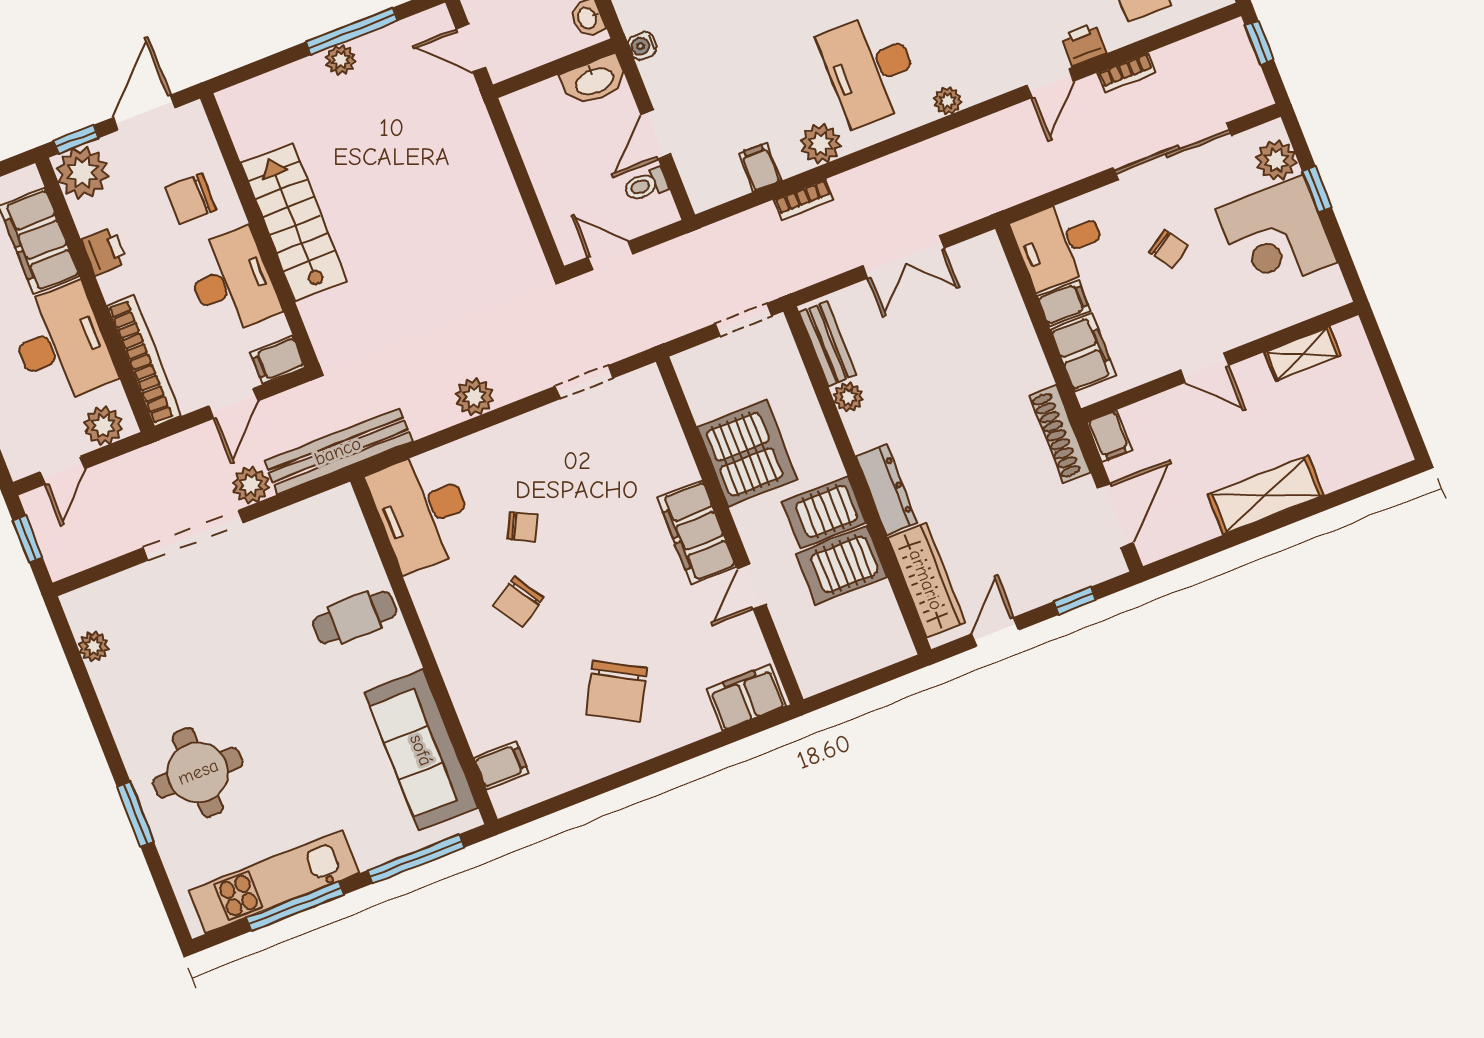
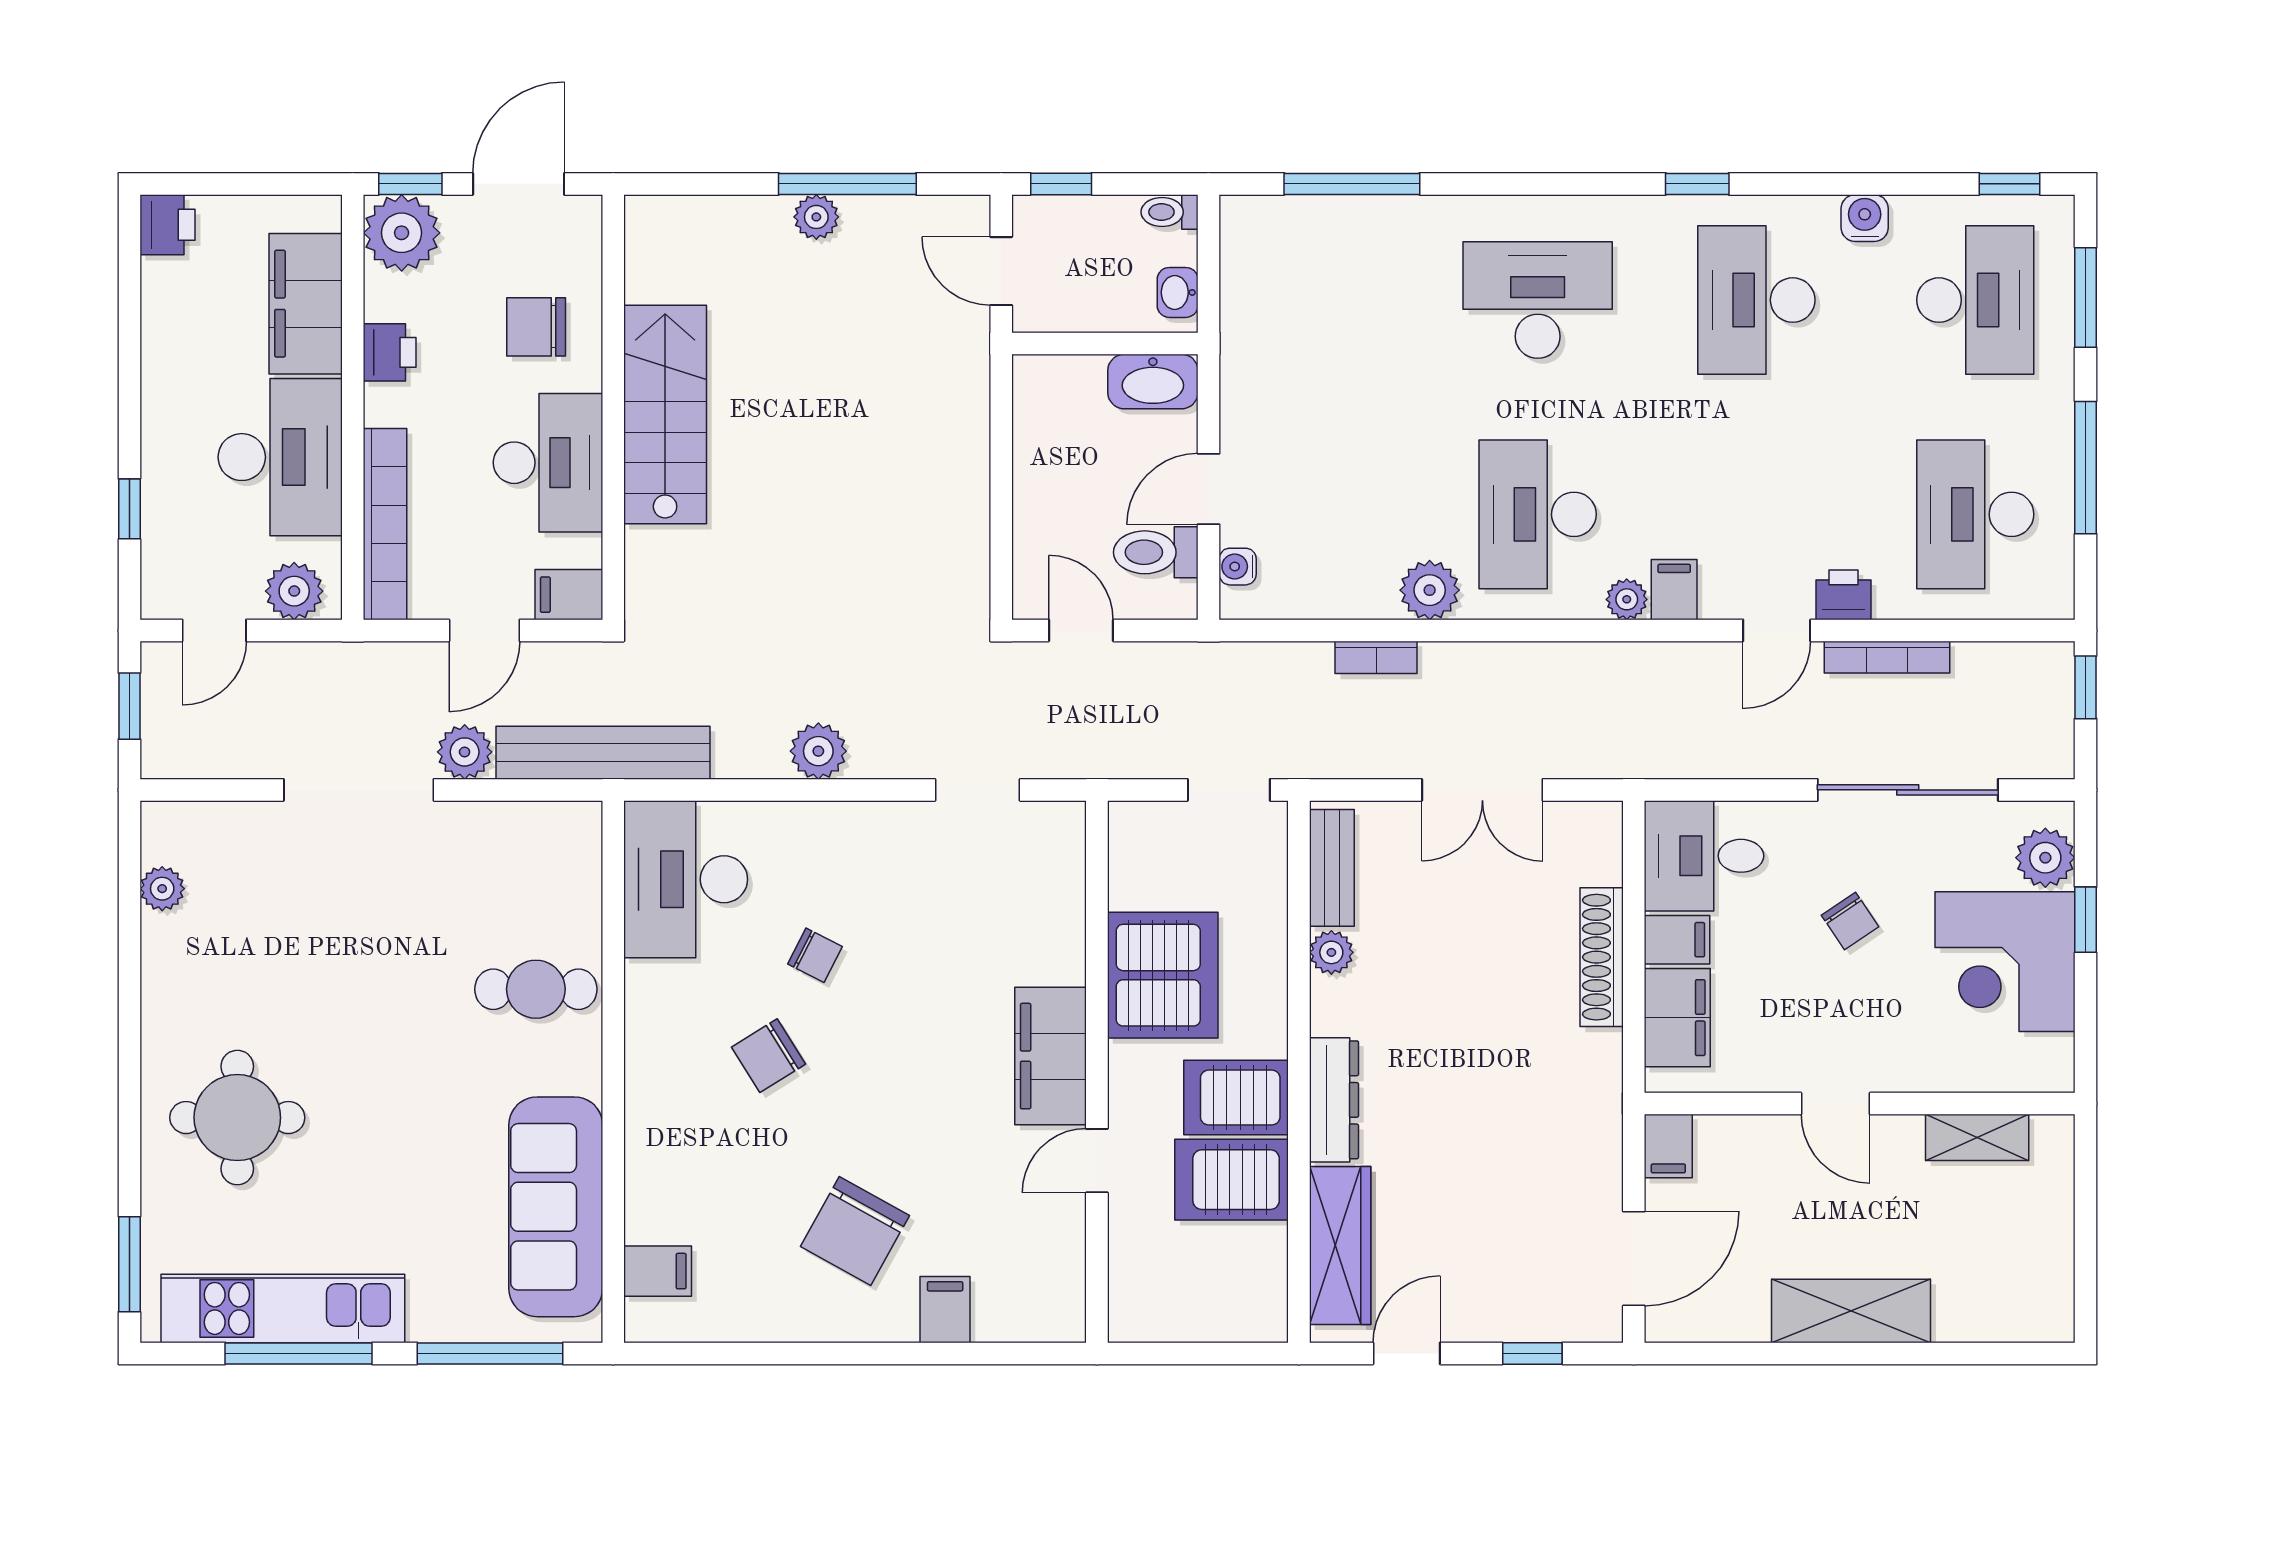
water cooler: (642, 46) -> (1238, 567), moved
bookcase: (1126, 73) -> (1887, 657), width x1.56
filing cabinet: (760, 167) -> (1674, 590), moved
toilet: (646, 185) -> (1156, 552), width x1.37, depth x1.39
shoe rack: (1060, 434) -> (1602, 957), moved
filing cabinet: (746, 697) -> (945, 1310), moved, width x0.50
window: (135, 814) -> (129, 1264), moved

